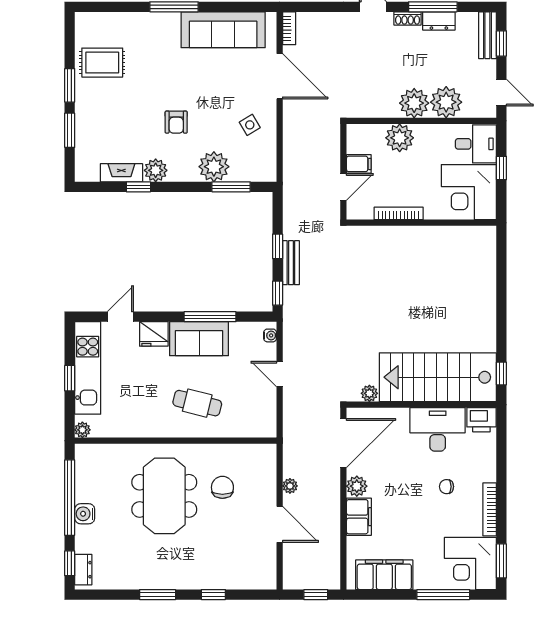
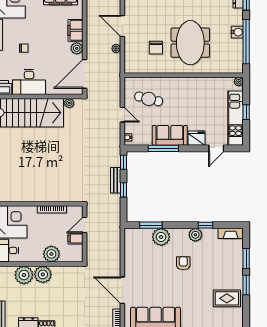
side table: (250, 125) -> (140, 262), removed
fireplace: (121, 173) -> (231, 233), moved
cafe table: (197, 403) -> (149, 99), moved

